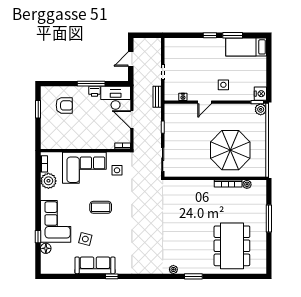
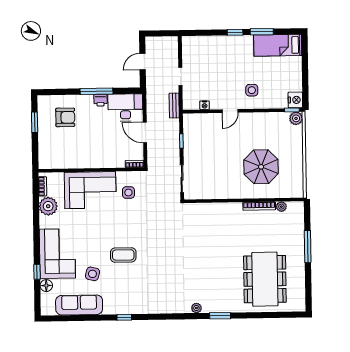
parasol: (230, 150) -> (261, 167), width x0.73, depth x0.73
coffee table: (101, 207) -> (123, 255), moved
sofa: (95, 265) -> (79, 305), moved

